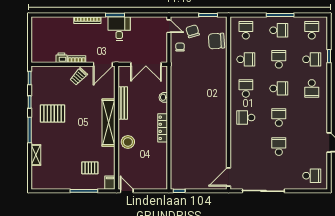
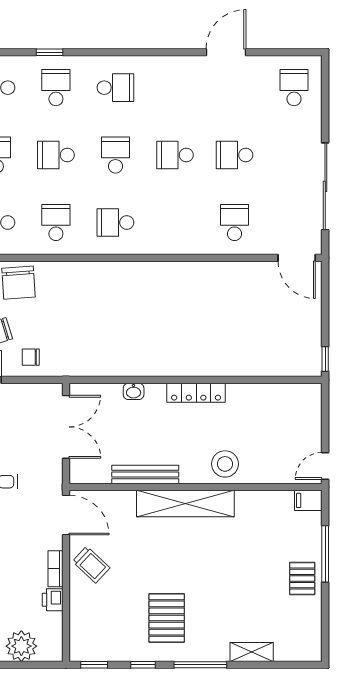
plant: (39, 42) -> (21, 646), added
school desk: (246, 118) -> (235, 222), moved, turned 180
pallet: (90, 168) -> (302, 578), moved

